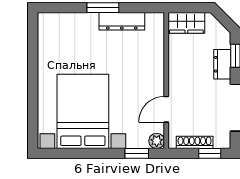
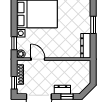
dresser: (122, 21) -> (86, 46), moved
wardrobe: (186, 23) -> (85, 70), removed

